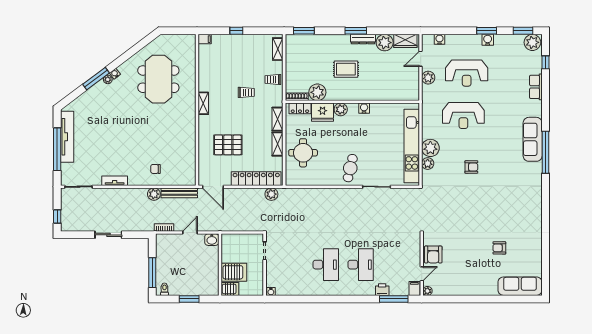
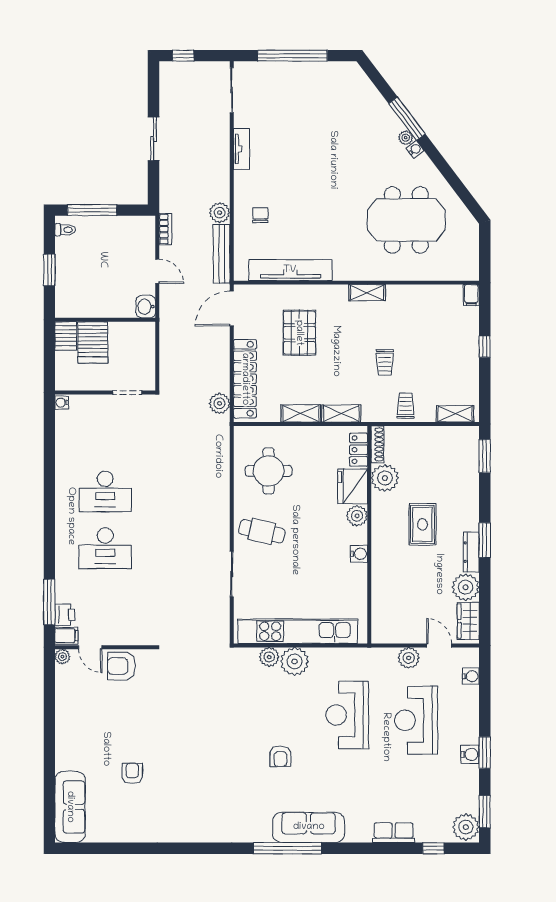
tv unit: (67, 137) -> (290, 270), moved, turned 180
round table: (303, 153) -> (269, 471), moved
armchair: (471, 167) -> (280, 756), moved
printer: (382, 290) -> (65, 615), moved

